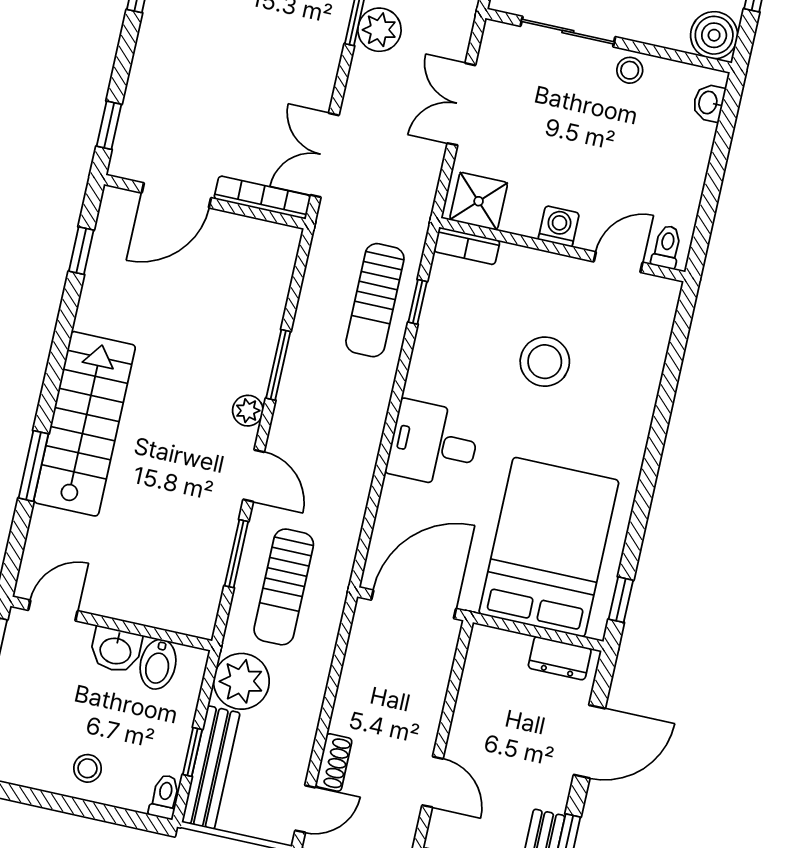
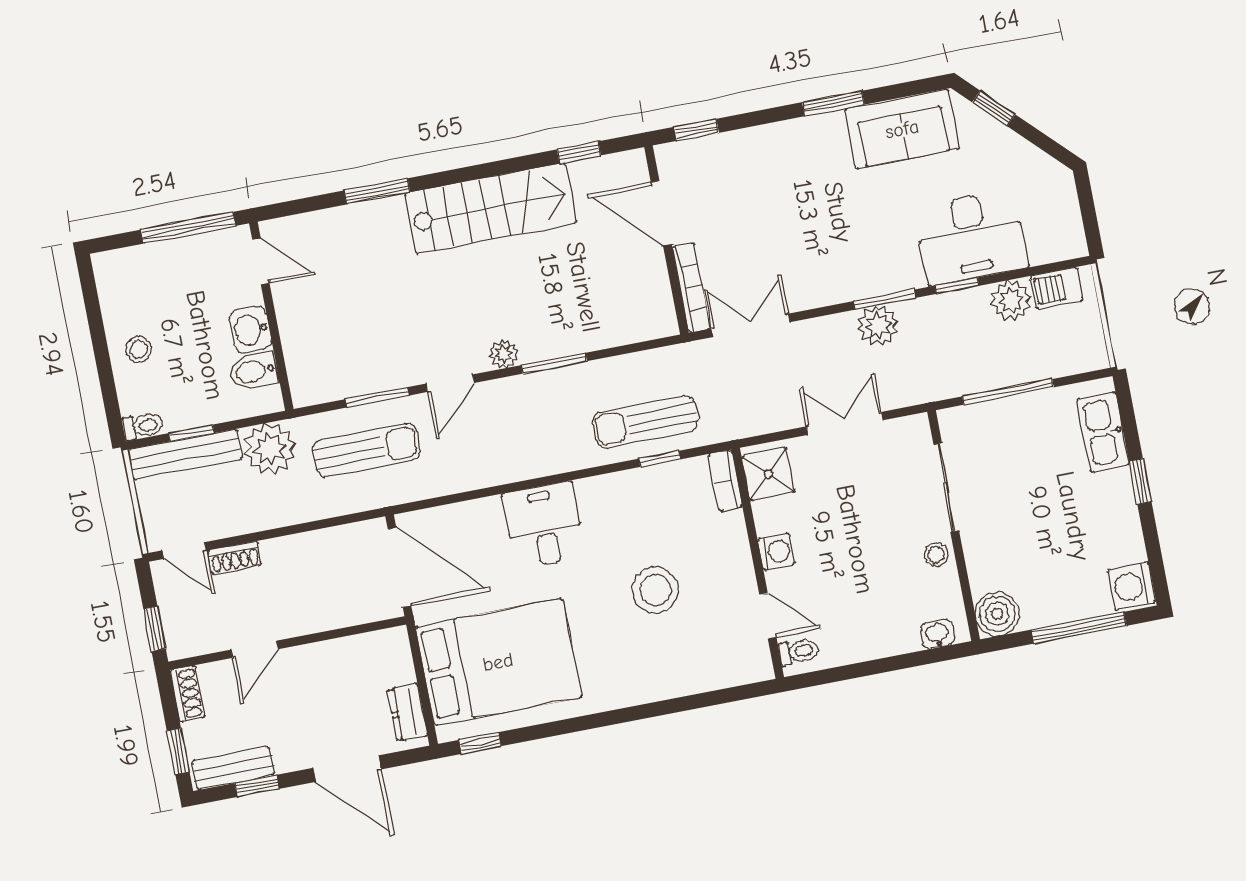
stairs: (85, 424) -> (491, 208), moved
sun lounger: (284, 587) -> (366, 450), turned 180

